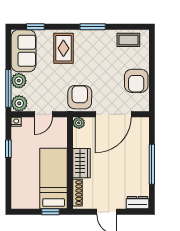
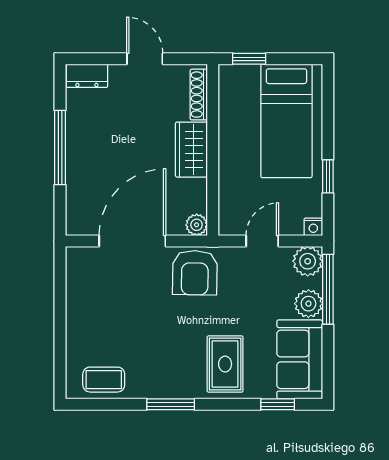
armchair: (136, 81) -> (89, 303), removed
bed: (54, 179) -> (286, 121), moved

